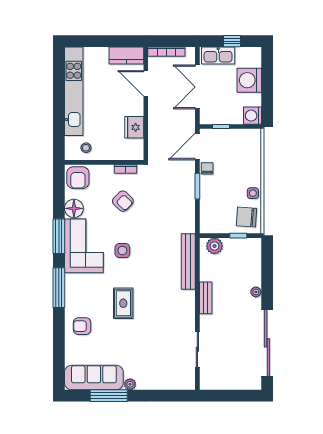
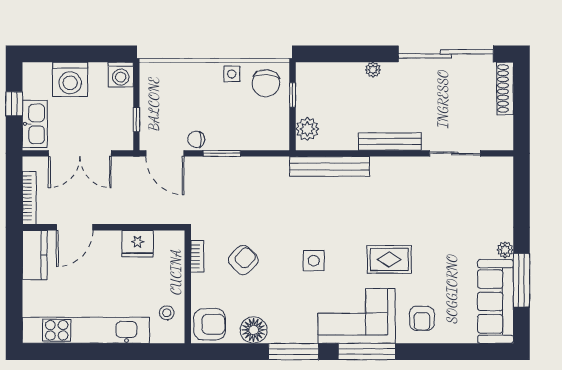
corner sofa: (84, 246) -> (357, 316), moved
bench: (206, 298) -> (390, 142), width x1.36
shoe rack: (243, 384) -> (505, 88), added

